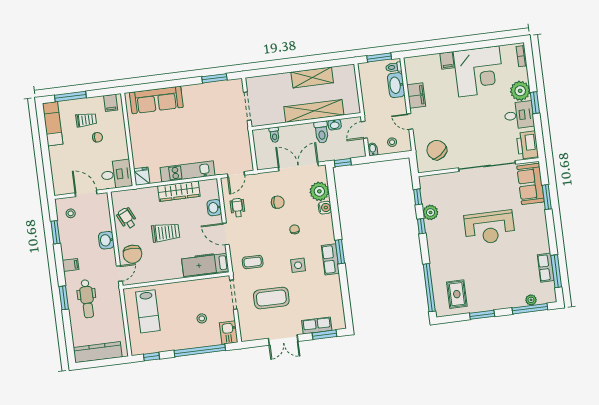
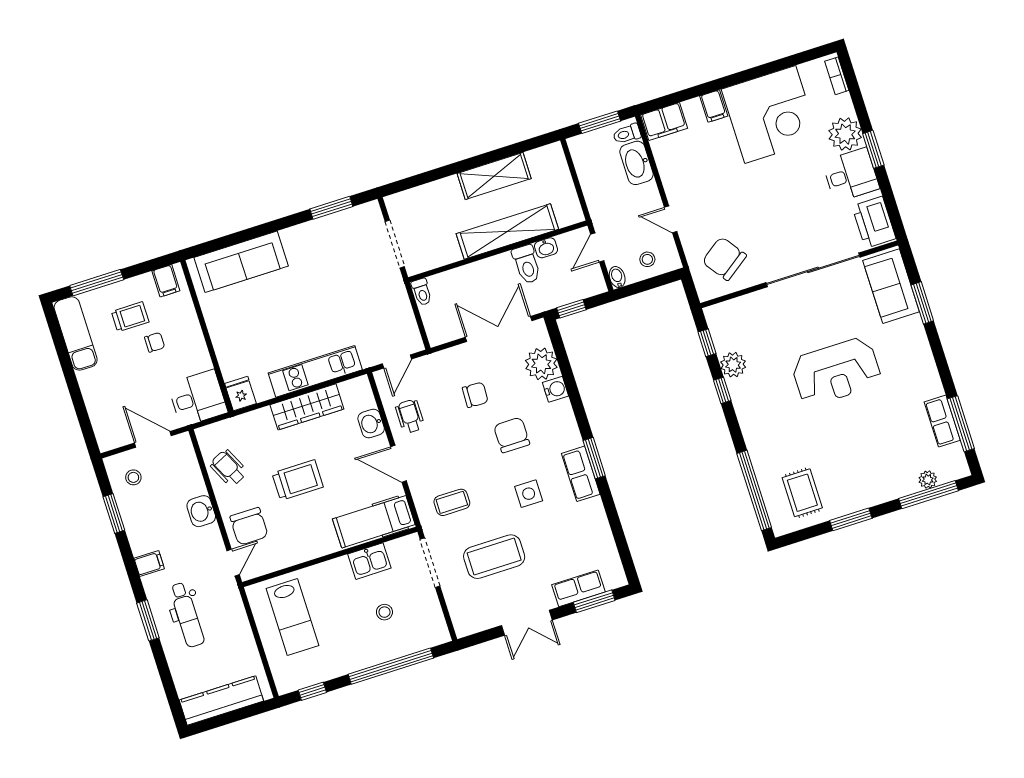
filing cabinet: (416, 95) -> (664, 122), moved, turned 90
toilet: (274, 135) -> (422, 292), moved
chair: (295, 229) -> (512, 435), width x1.87, depth x1.87
kitchen sink: (229, 333) -> (369, 561), moved, turned -90

